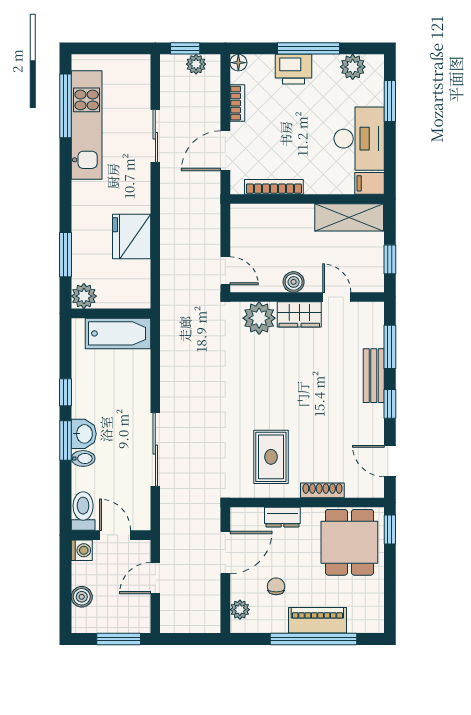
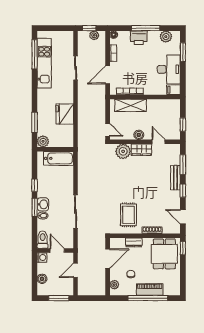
shelving: (349, 217) -> (131, 105), moved

